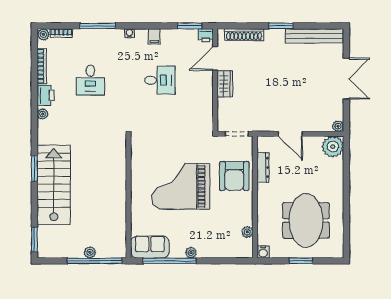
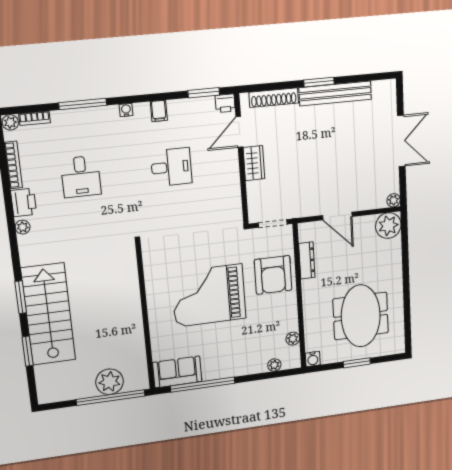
bench: (315, 36) -> (335, 93), moved
window: (34, 239) -> (28, 351), moved
plant: (90, 252) -> (110, 382), width x1.87, depth x1.87
plant: (191, 253) -> (274, 365), moved

